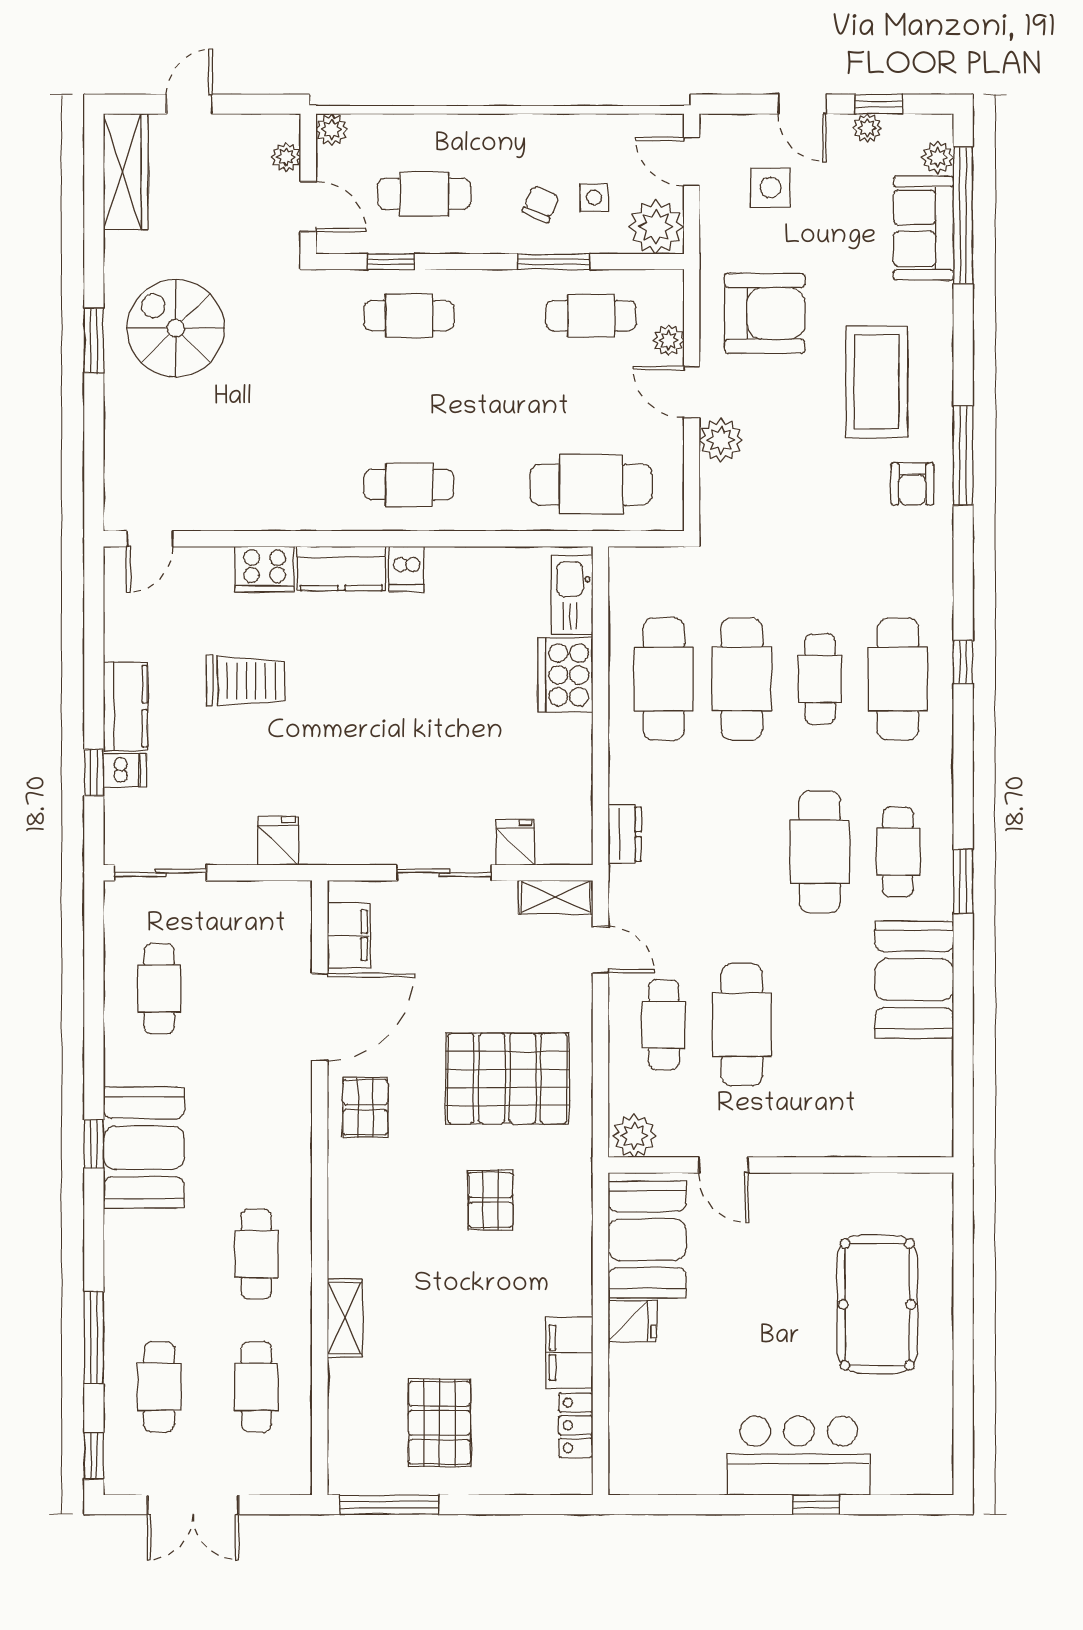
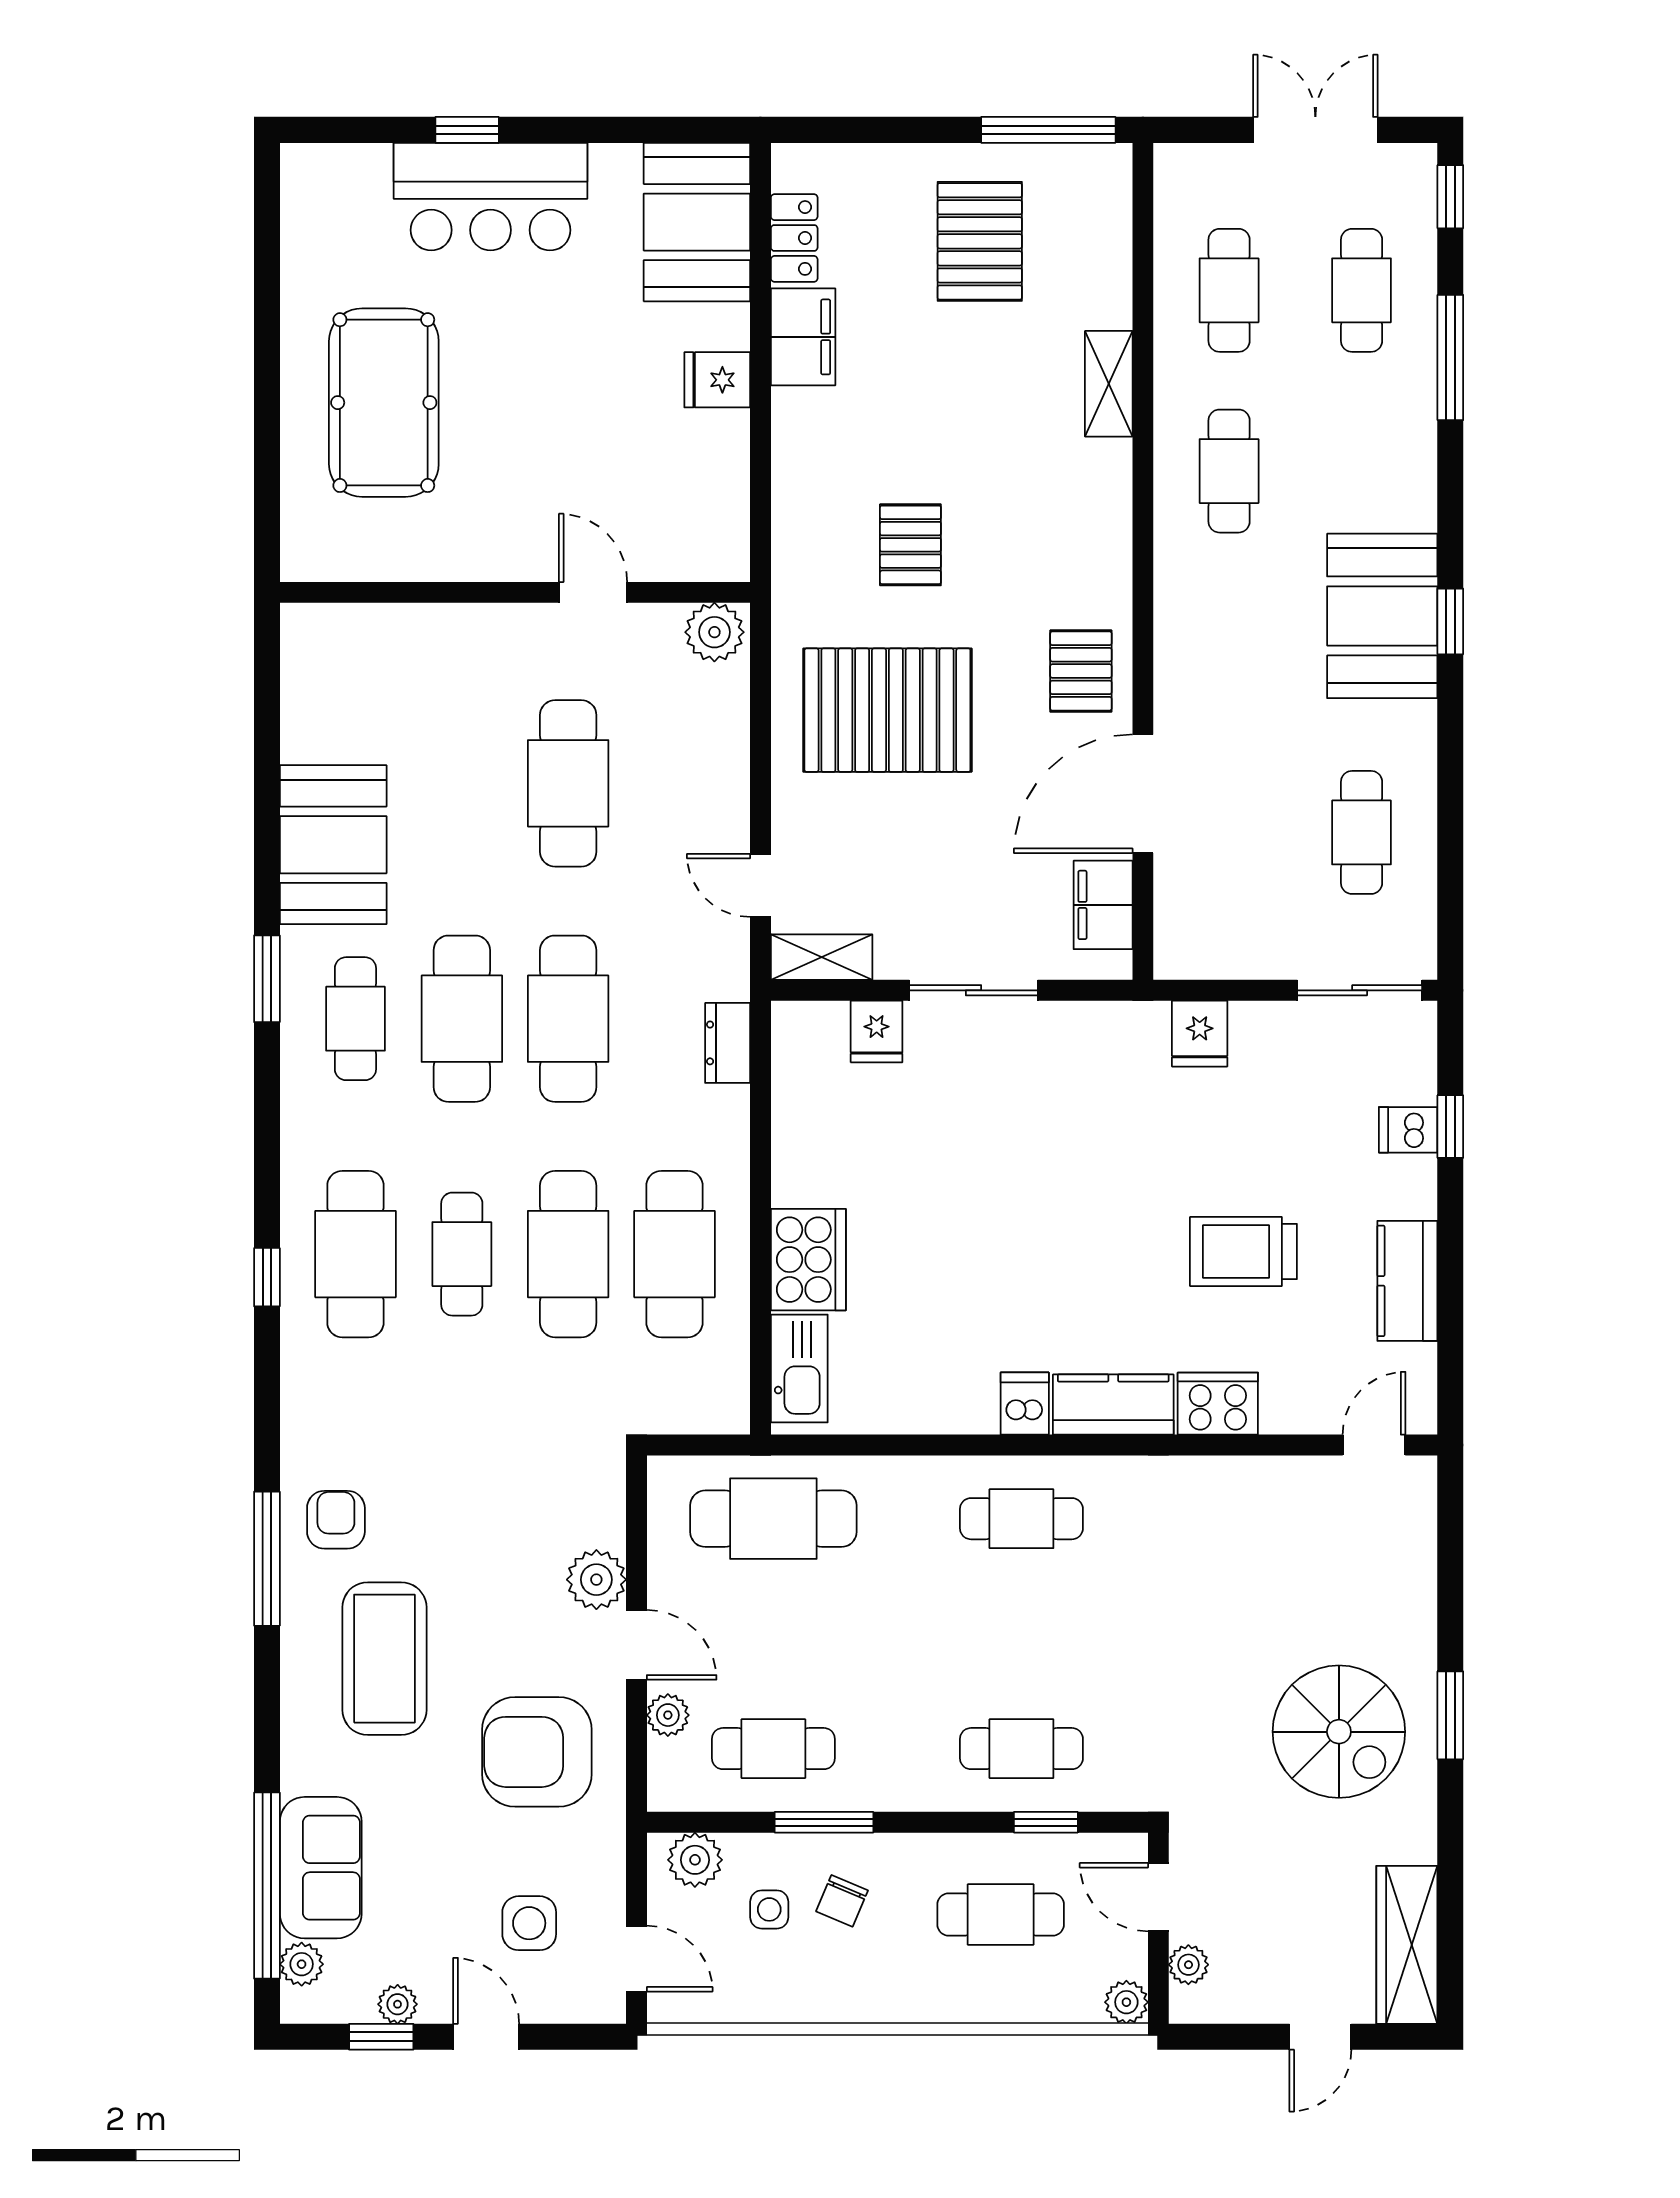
plant: (656, 227) -> (695, 1860), width x0.73, depth x0.73
kitchen counter: (125, 706) -> (1407, 1281), moved
cafe table: (664, 1025) -> (568, 1019), moved, width x1.37, depth x1.35
booth: (647, 1240) -> (697, 222), moved

